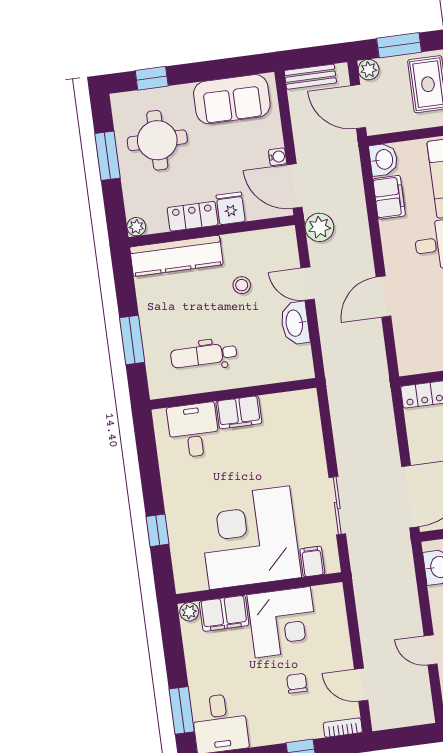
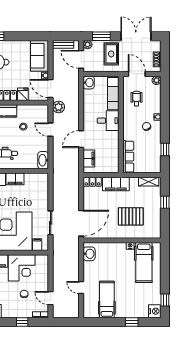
sofa: (232, 99) -> (40, 56), moved, turned 90
filing cabinet: (389, 197) -> (89, 158), moved
washbasin: (295, 323) -> (43, 160), moved

